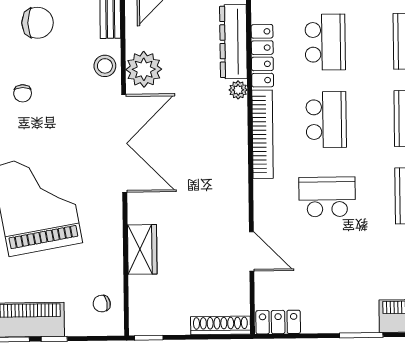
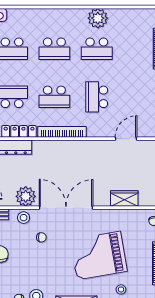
plant: (238, 90) -> (38, 145), removed
chair: (23, 93) -> (41, 237), moved
school desk: (326, 120) -> (54, 97), turned 180

